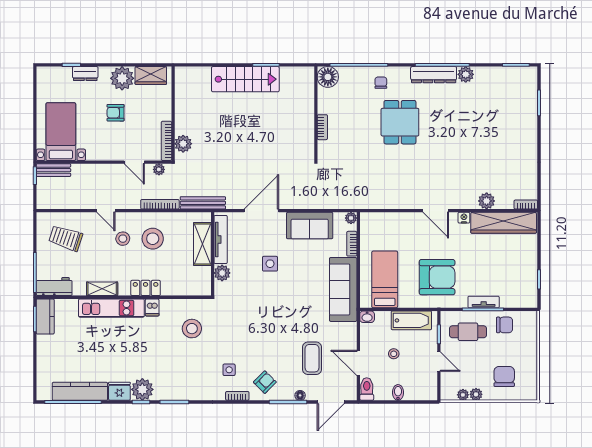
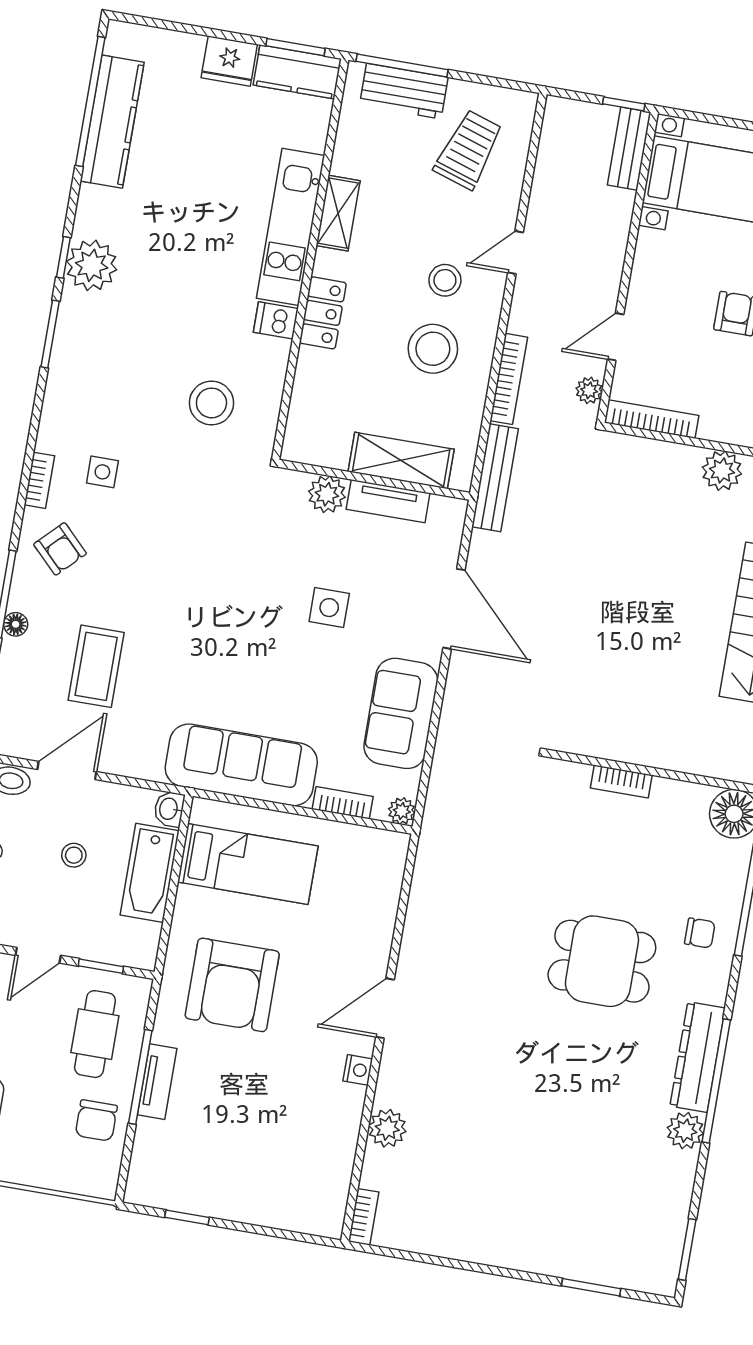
plant: (183, 144) -> (722, 471), moved
wardrobe: (504, 223) -> (330, 1159), removed
tv unit: (221, 240) -> (388, 501), width x0.71
workbench: (54, 287) -> (404, 91), moved, turned 90
bathtub: (411, 320) -> (150, 873), moved
coffee table: (312, 358) -> (96, 666), turned 90
fridge: (119, 391) -> (229, 61), moved, turned 90

